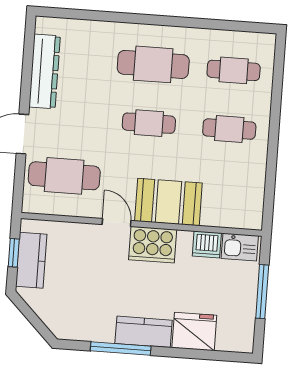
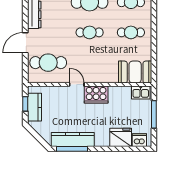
booth: (168, 202) -> (135, 72), moved
dishwasher: (207, 244) -> (139, 140), moved, turned 180
kitchen counter: (144, 332) -> (73, 139), moved, width x1.50
window: (121, 348) -> (72, 149), moved

